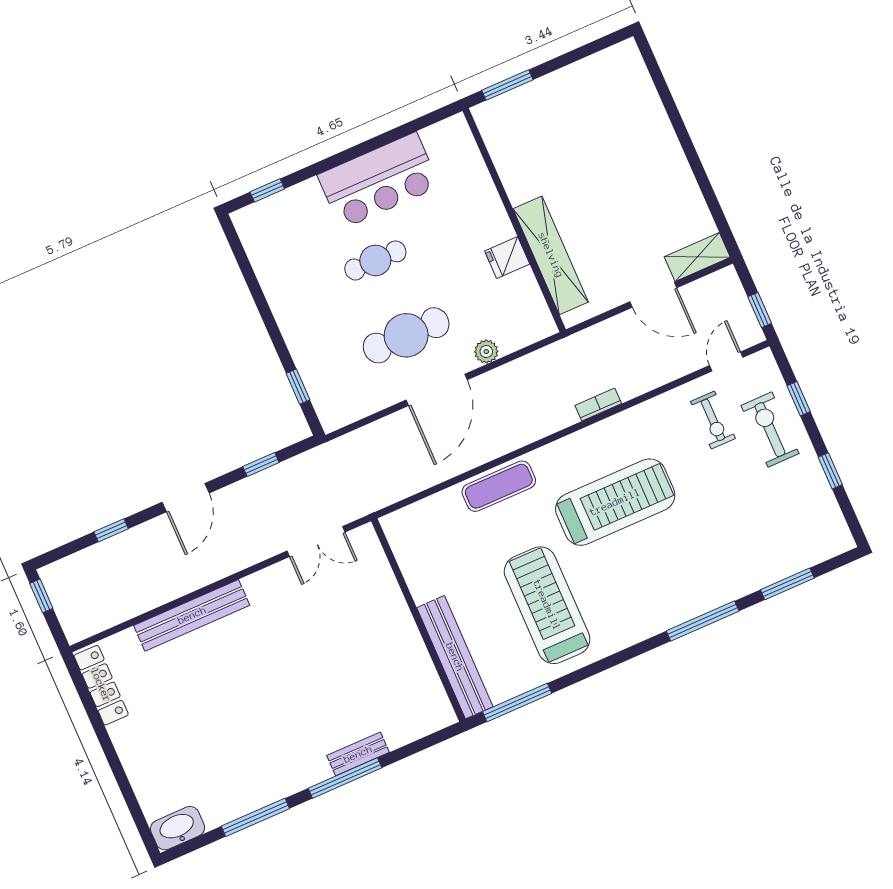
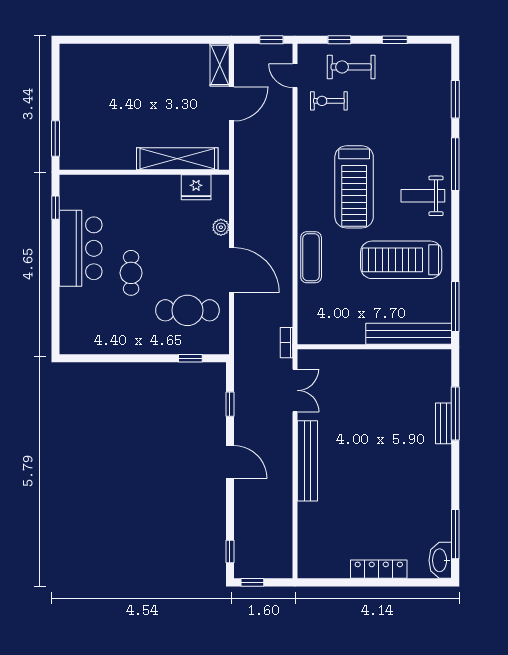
window: (267, 190) -> (55, 208), moved
fridge: (507, 258) -> (196, 187), moved, width x1.38
cafe table: (406, 335) -> (187, 310), moved, turned 90
bookcase: (598, 405) -> (287, 343), moved
exercise bike: (713, 420) -> (329, 101), turned 180
treadmill: (615, 502) -> (354, 187), turned 180
window: (111, 530) -> (230, 552), moved
weight bench: (643, 597) -> (423, 196), added
bench: (192, 615) -> (307, 461), moved
locker: (101, 685) -> (379, 569), moved
window: (345, 778) -> (455, 414), moved
window: (255, 817) -> (455, 534), moved

